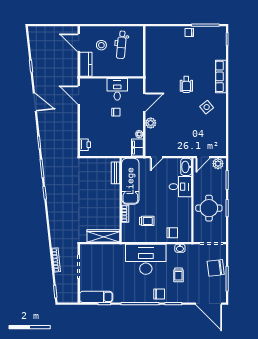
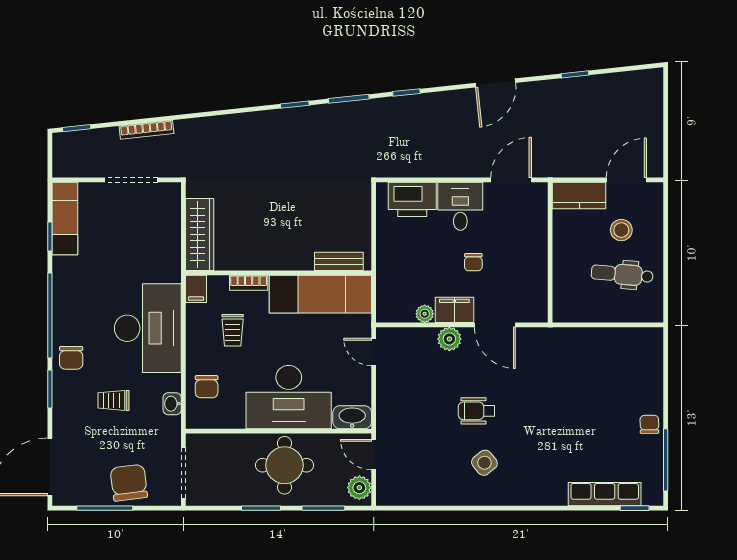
row of seats: (221, 76) -> (605, 494), moved
wheelchair: (186, 85) -> (476, 411), moved
desk: (117, 89) -> (460, 206), moved, turned -90
printer: (85, 145) -> (412, 199), width x1.87, depth x1.48
filing cabinet: (137, 148) -> (454, 310), moved
desk: (180, 187) -> (289, 397), width x1.87, depth x1.30
round table: (209, 208) -> (285, 465), moved
filing cabinet: (128, 238) -> (196, 289), added

